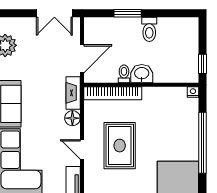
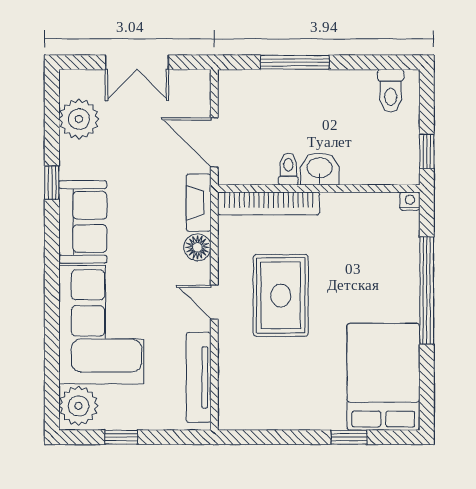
double door: (54, 13) -> (137, 62), moved
window: (128, 13) -> (295, 62), width x1.44
toilet: (149, 29) -> (391, 91), moved
door: (82, 59) -> (214, 142), swing flipped

